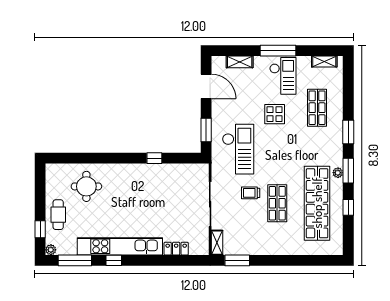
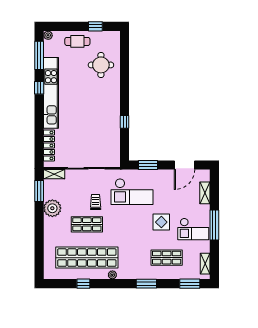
window: (348, 171) -> (190, 284), moved
window: (40, 229) -> (95, 26), moved
plant: (258, 245) -> (52, 208), added
locker: (176, 249) -> (49, 146), width x1.53

